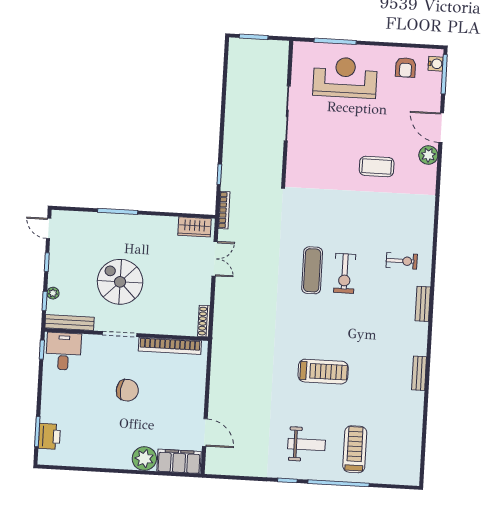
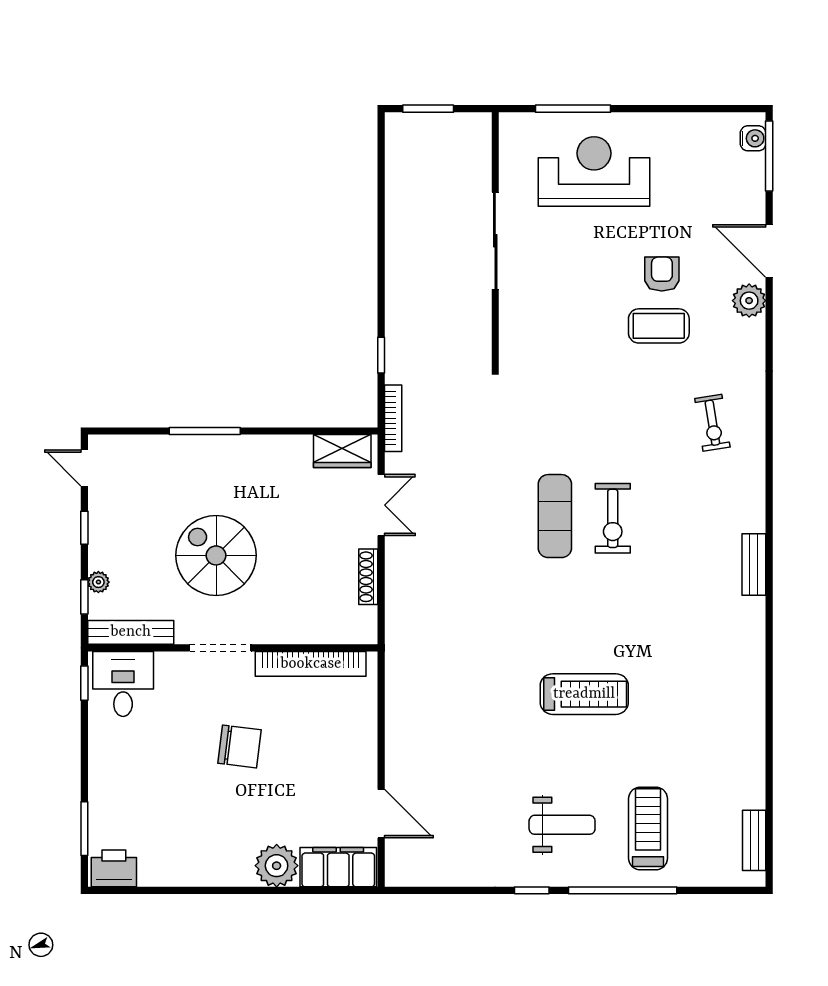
armchair: (406, 67) -> (662, 274), moved, turned 180
exercise bike: (402, 261) -> (712, 423), moved, turned 81
shoe rack: (204, 321) -> (368, 577), moved
bench: (419, 373) -> (754, 840), moved
printer: (49, 436) -> (114, 868), moved, turned -90

